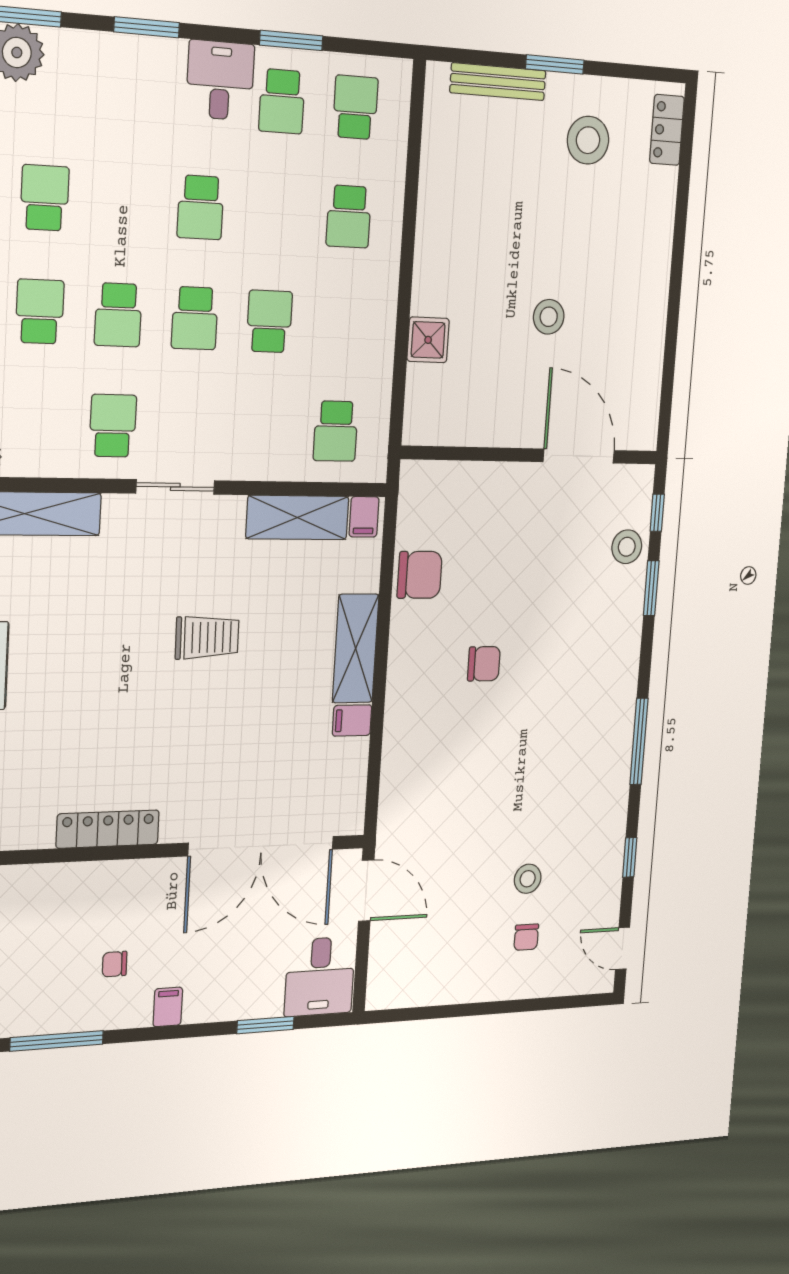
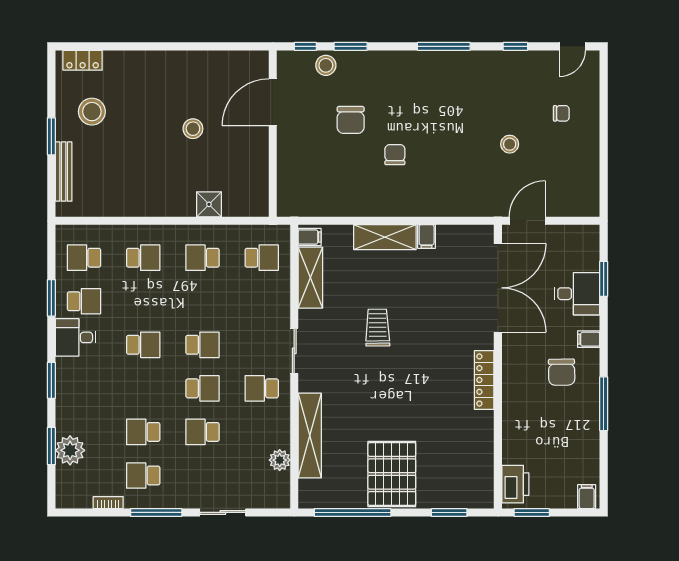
school desk: (269, 321) -> (202, 258), moved
chair: (420, 575) -> (351, 120), moved, turned 180
stool: (528, 879) -> (510, 144), moved
chair: (115, 964) -> (562, 372), width x1.87, depth x1.87
desk: (320, 976) -> (577, 294), moved

